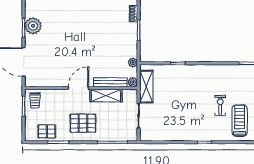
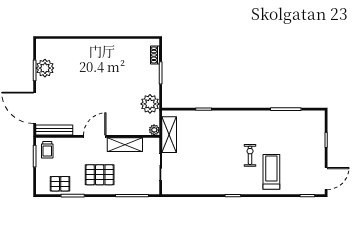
plant: (133, 62) -> (150, 104), width x1.88, depth x1.88
bench: (110, 82) -> (54, 130), moved

